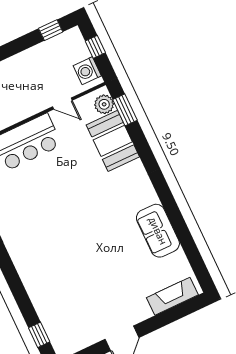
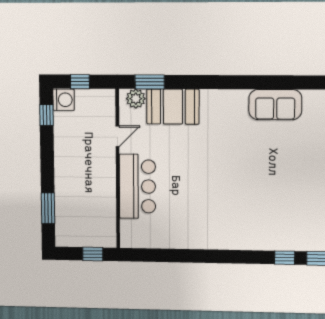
washing machine: (87, 71) -> (64, 100), moved, turned -90
window: (25, 305) -> (285, 258), added

